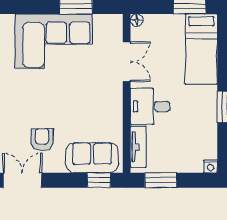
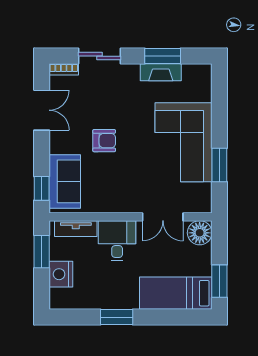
floor lamp: (137, 20) -> (200, 233), width x1.89, depth x1.89
armchair: (42, 139) -> (104, 141), moved
nightstand: (211, 166) -> (61, 274), moved, width x1.89, depth x1.79

